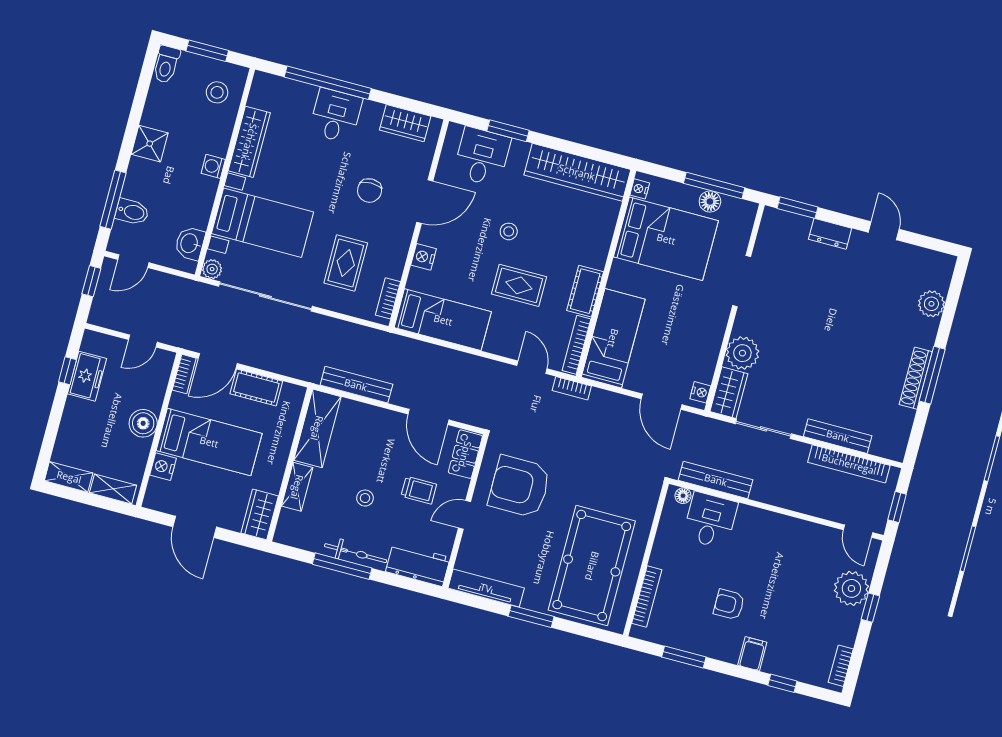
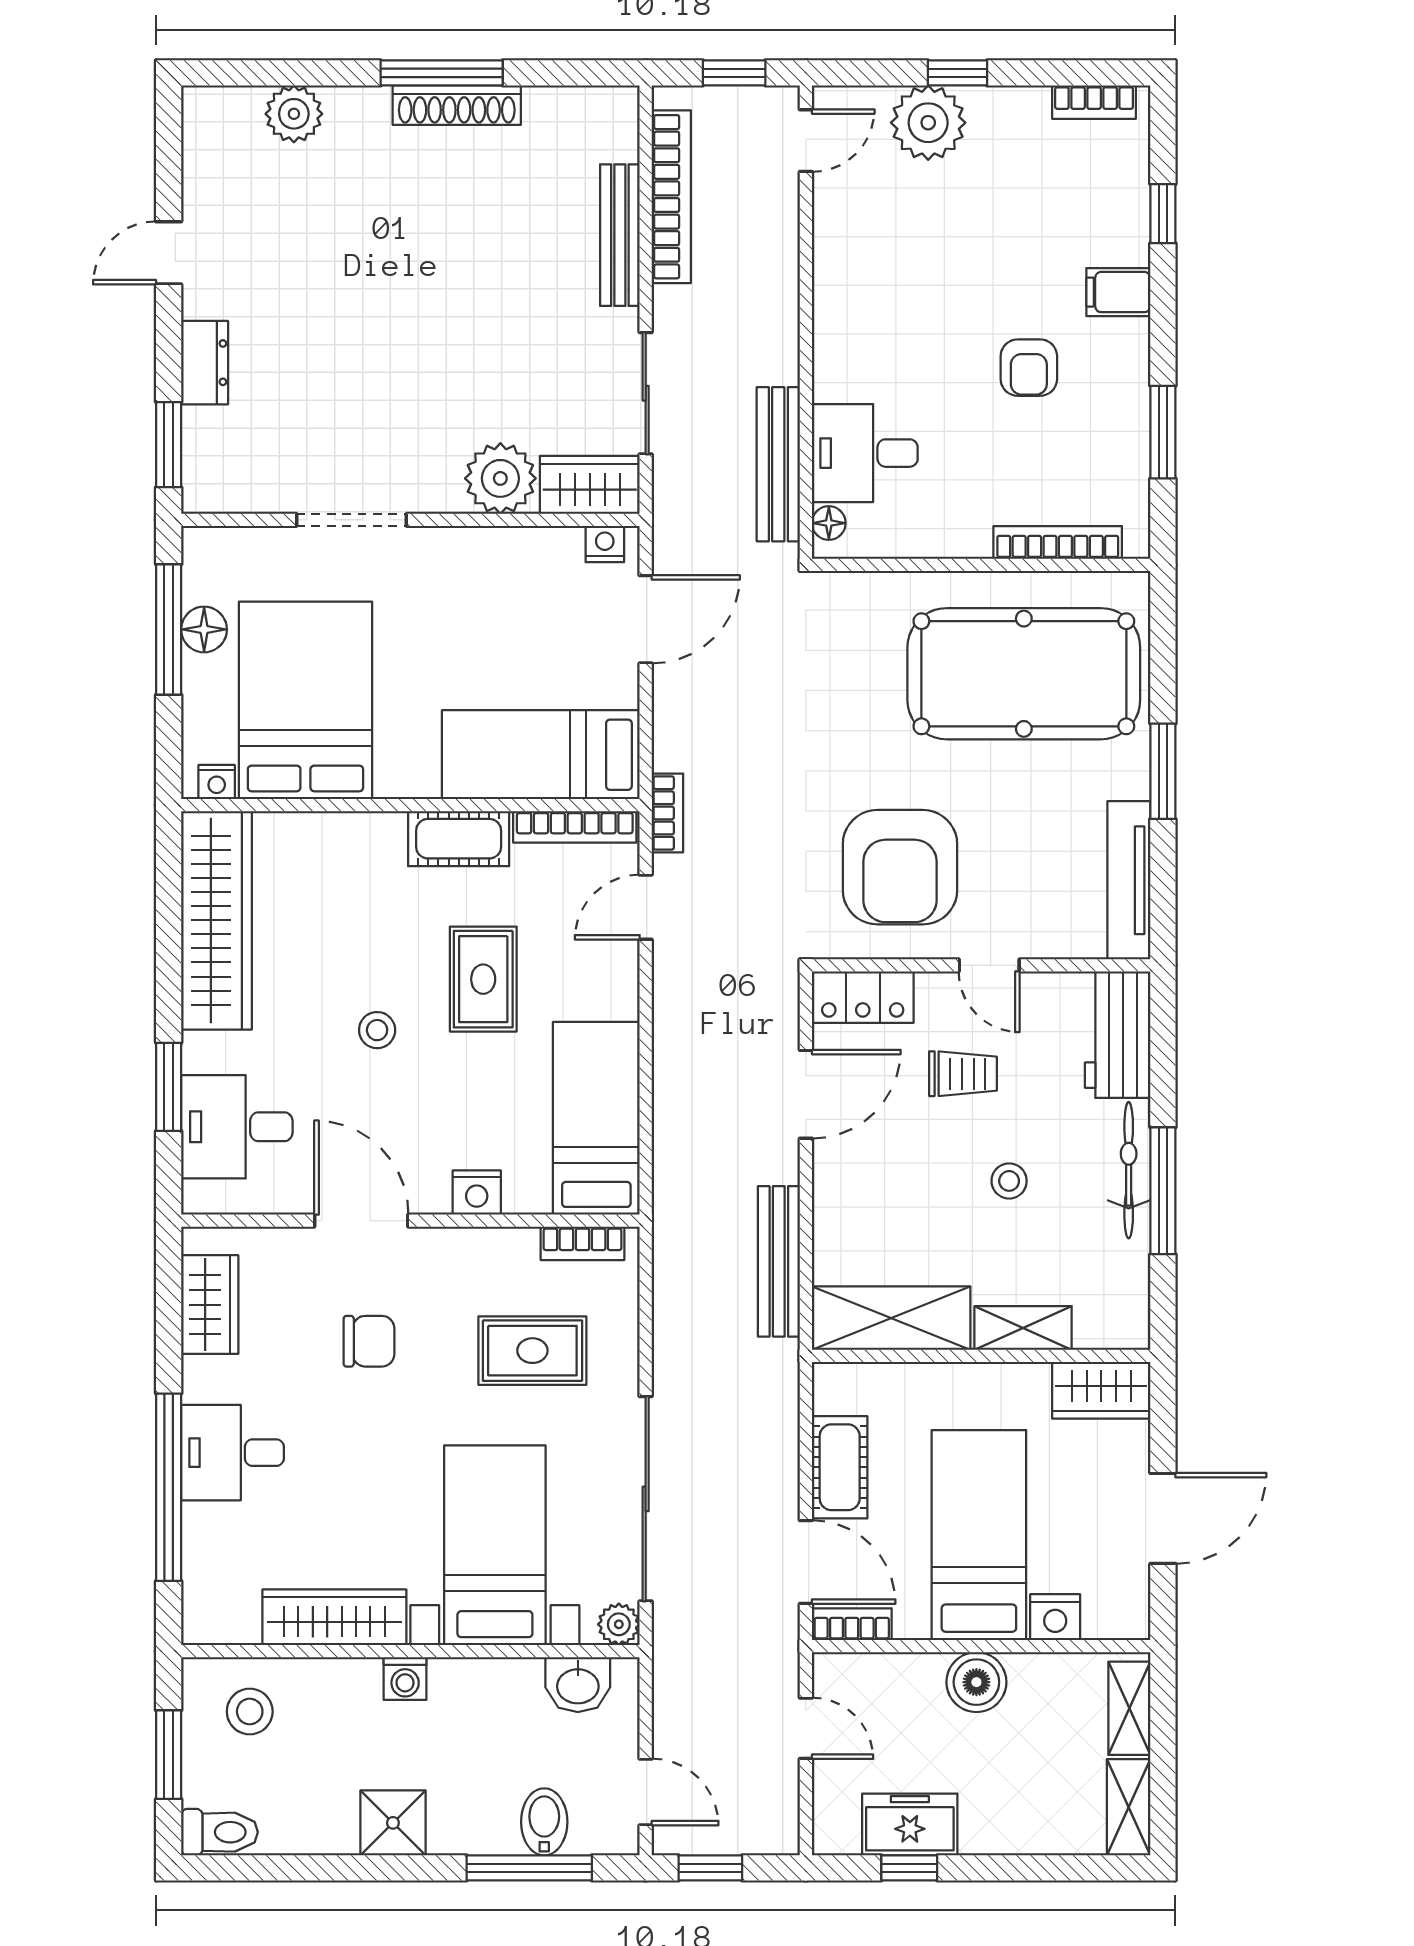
trolley: (419, 490) -> (963, 1074), turned 90

